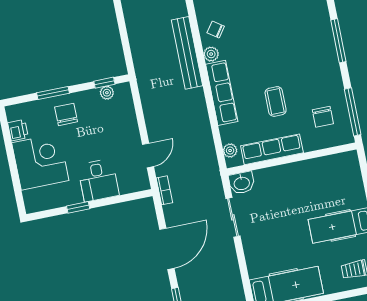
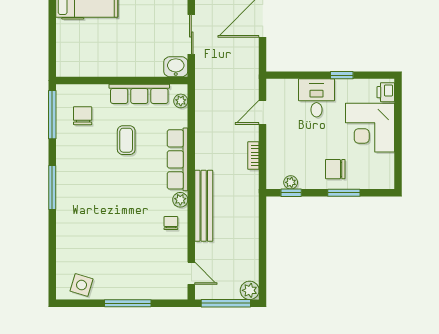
chair: (216, 29) -> (171, 223), turned -125
chair: (66, 114) -> (335, 169), turned 90
printer: (18, 130) -> (386, 92), moved
bookcase: (164, 190) -> (253, 156), moved

